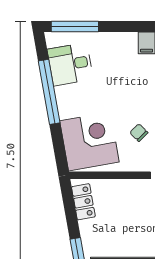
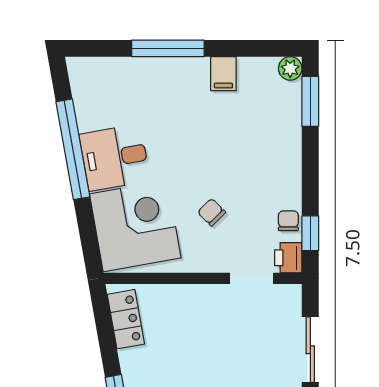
window: (75, 27) -> (168, 48), moved
desk: (70, 64) -> (115, 157), moved

